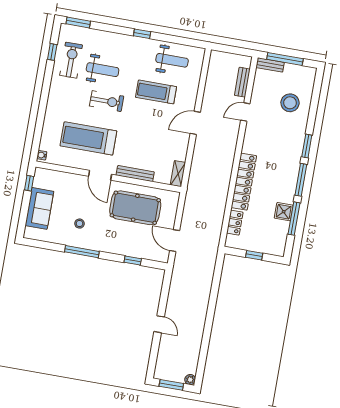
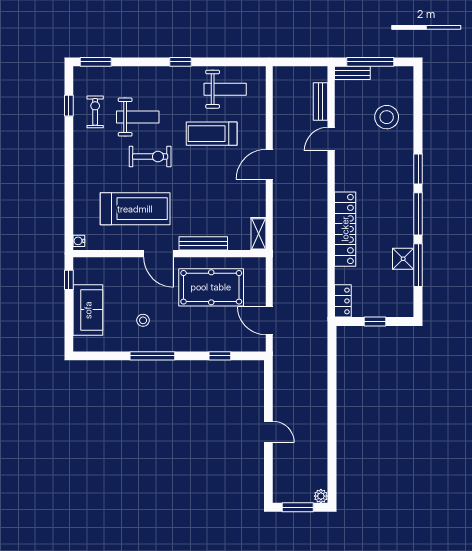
exercise bike: (71, 60) -> (95, 112), width x0.73, depth x0.72
treadmill: (88, 138) -> (135, 209), turned 180
locker: (235, 223) -> (343, 301), moved

